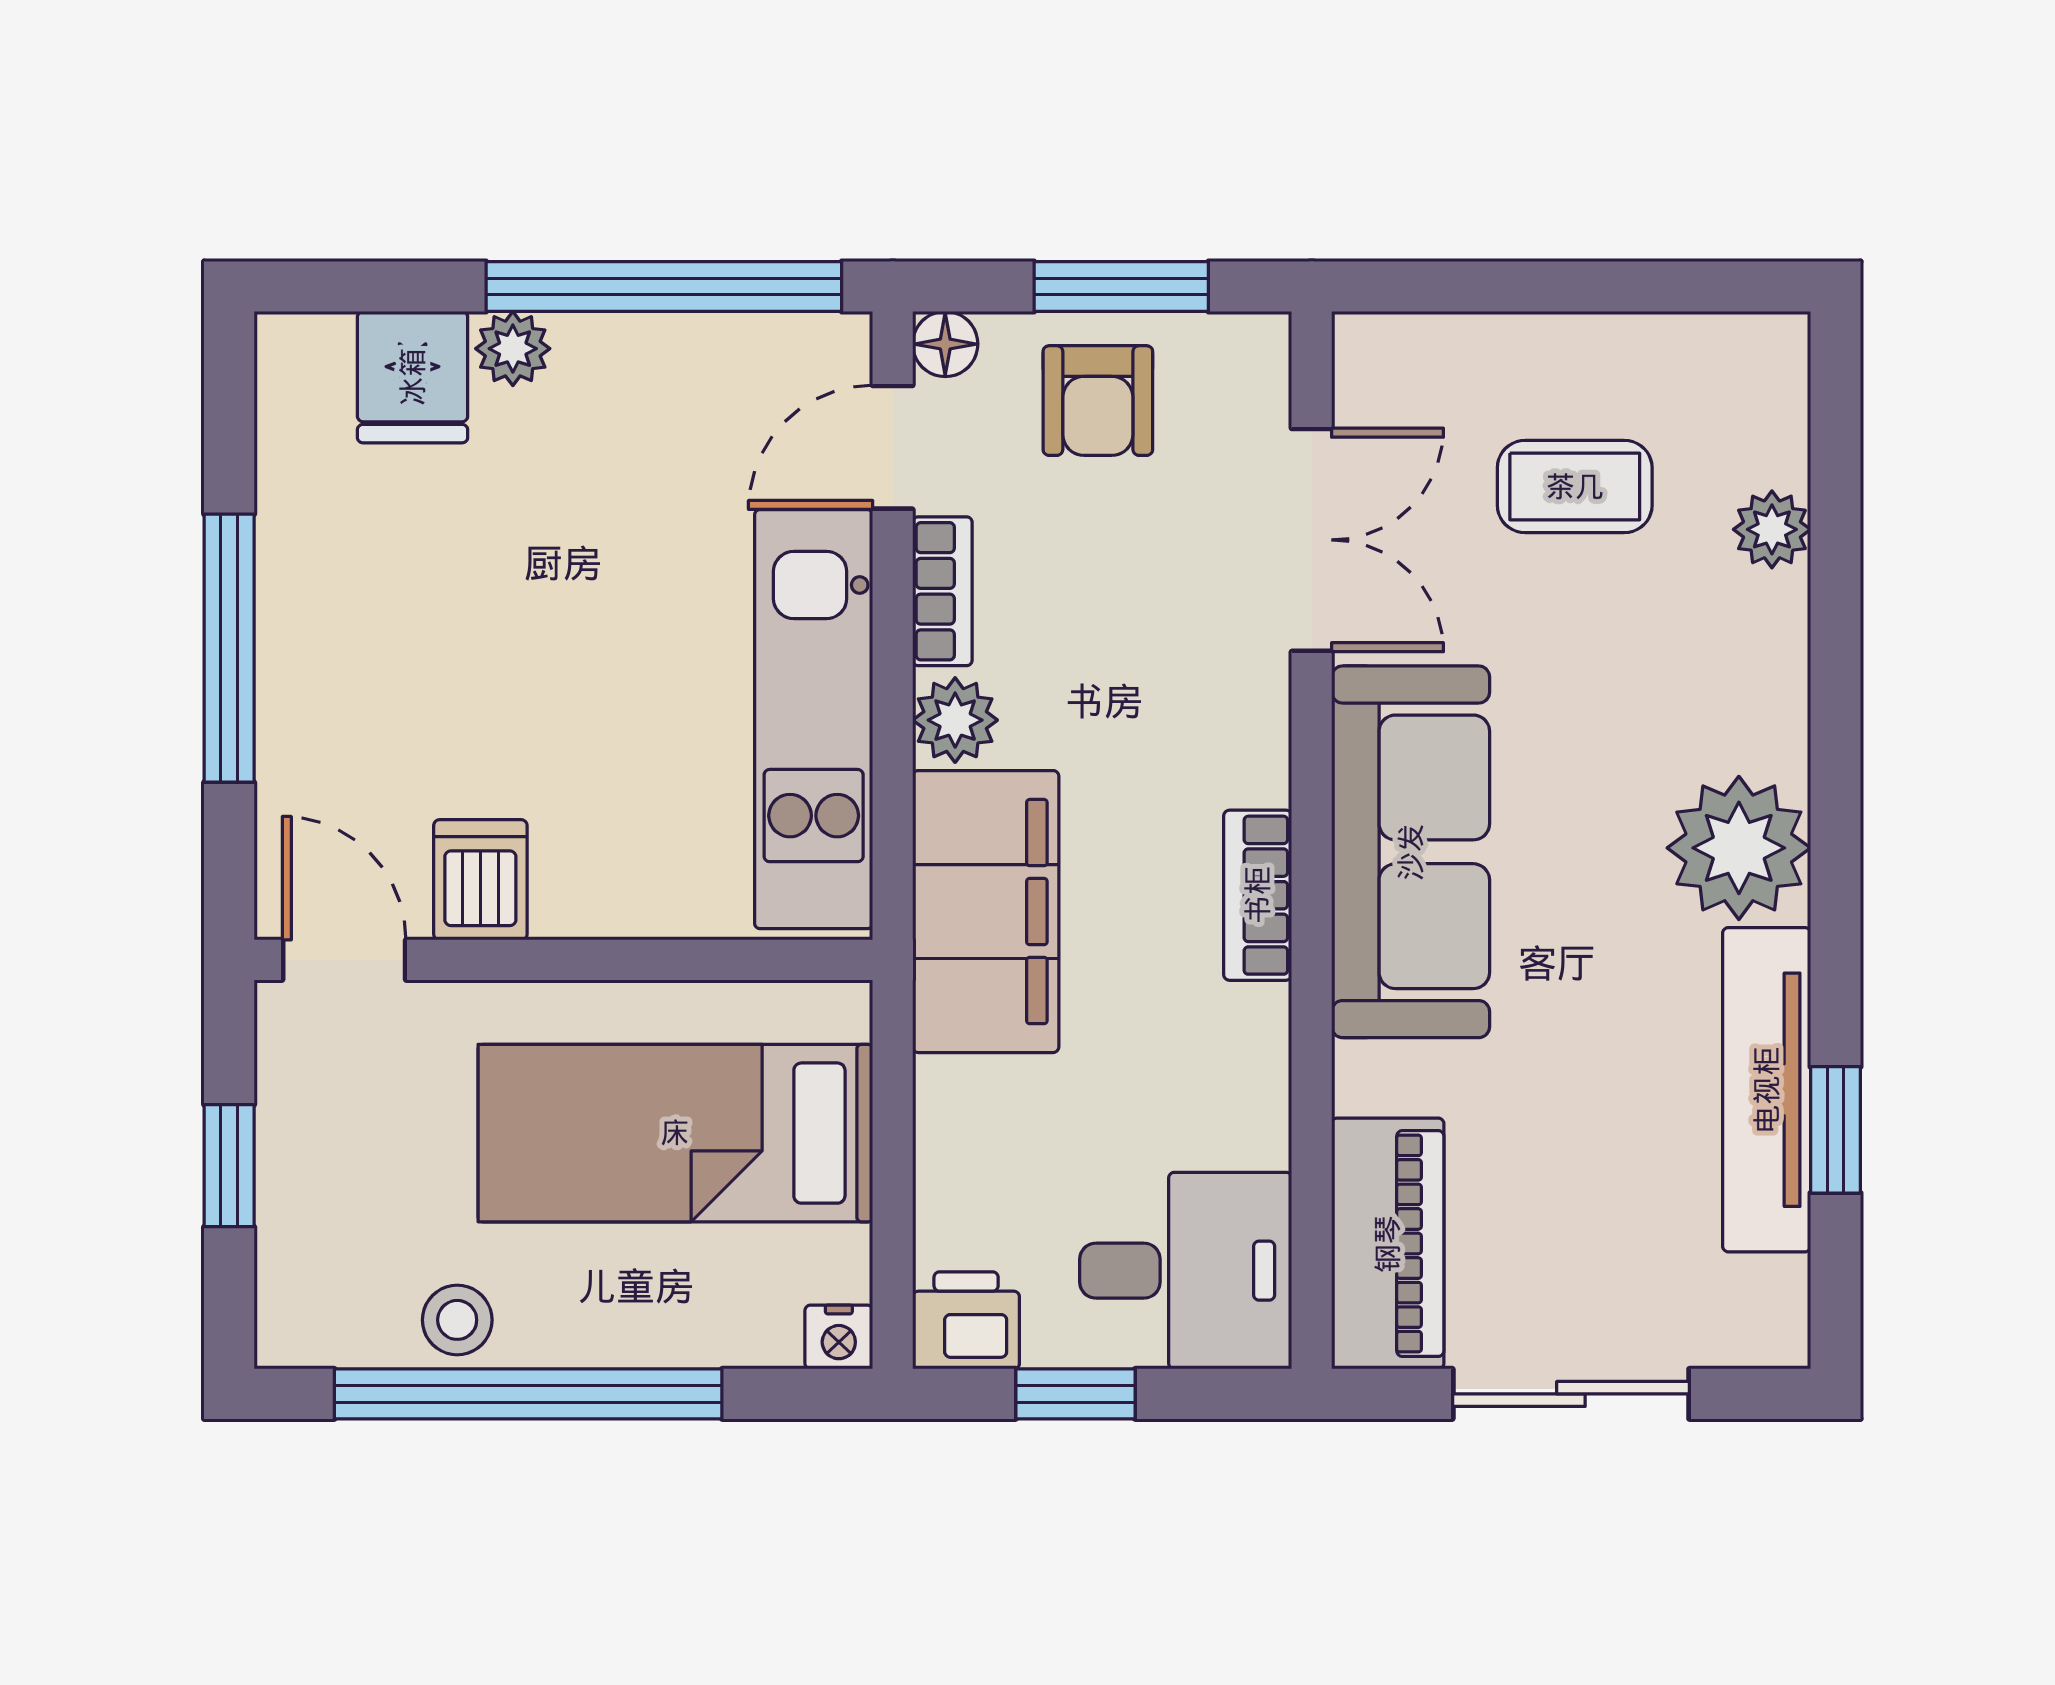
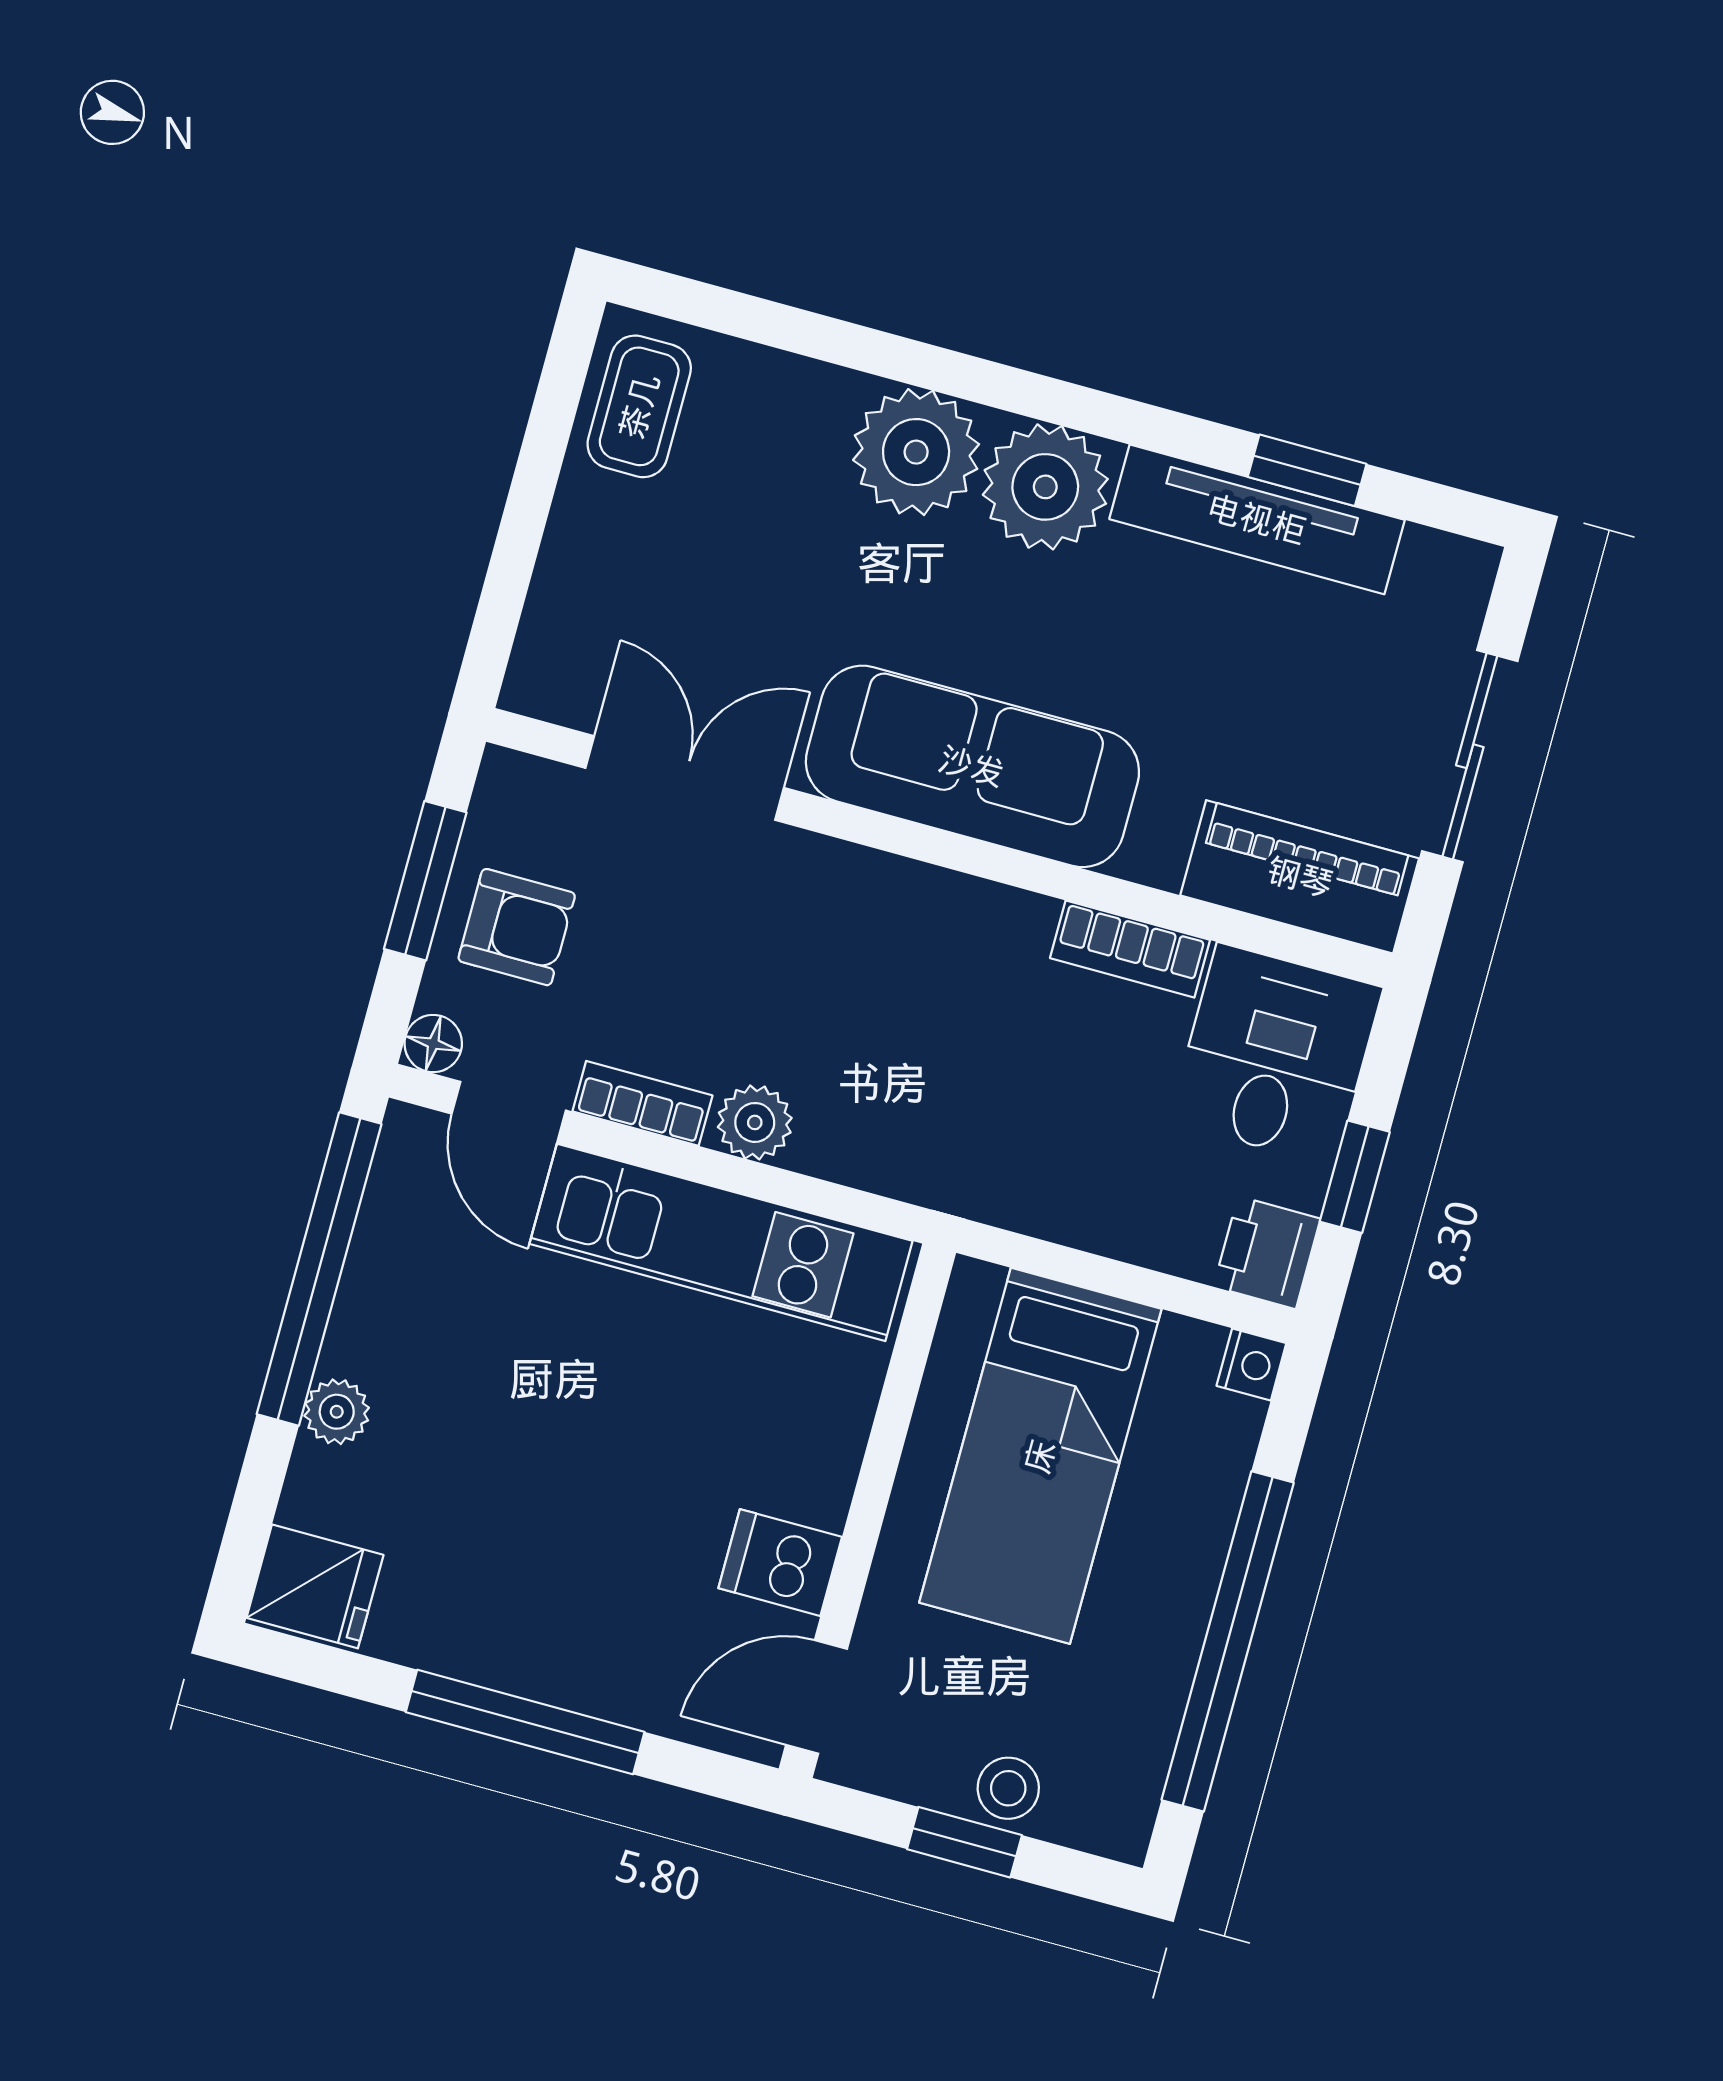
fridge: (413, 377) -> (315, 1586), moved
coffee table: (1575, 487) -> (639, 406), moved
plant: (1772, 529) -> (916, 452), moved, width x1.88, depth x1.88
bookcase: (1258, 895) -> (1130, 949), moved
filing cabinet: (986, 912) -> (924, 1141), removed
stool: (457, 1320) -> (1008, 1788), moved

